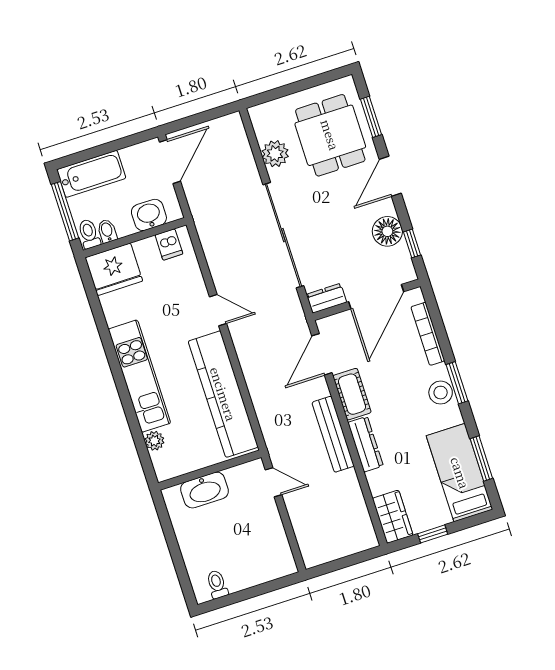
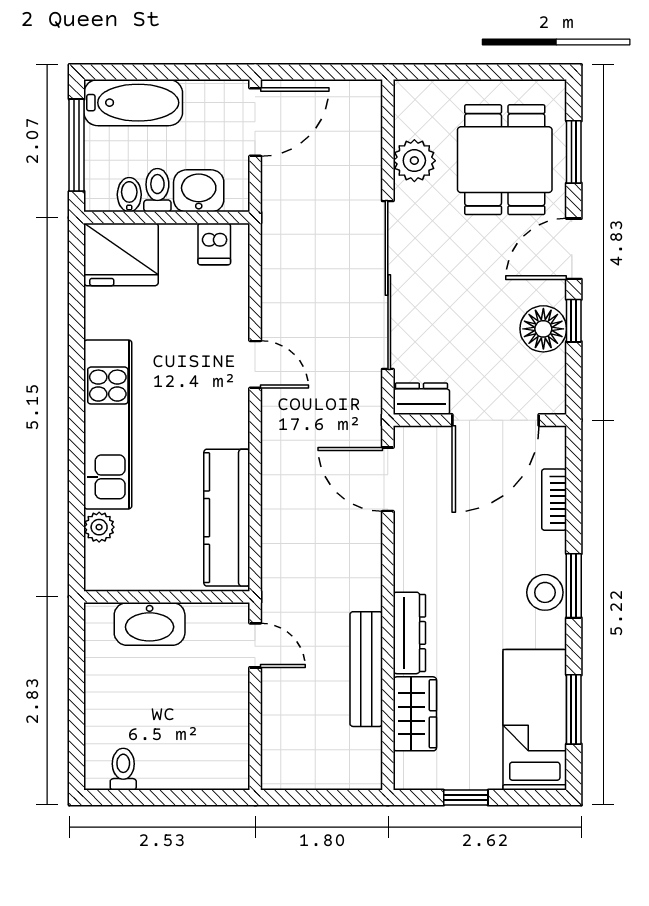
toilet: (89, 234) -> (157, 190), moved
window: (412, 243) -> (574, 321), moved
bookcase: (428, 334) -> (554, 500), width x0.64
door: (322, 354) -> (388, 479), hinge flipped
kitchen counter: (223, 394) -> (227, 518), width x0.72, depth x0.86
cot: (352, 394) -> (413, 552), removed
bench: (333, 434) -> (366, 669), moved
wardrobe: (393, 517) -> (415, 714), moved

